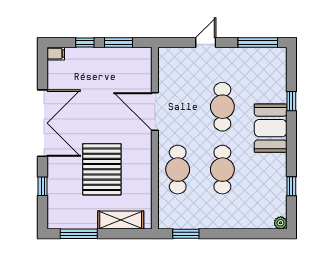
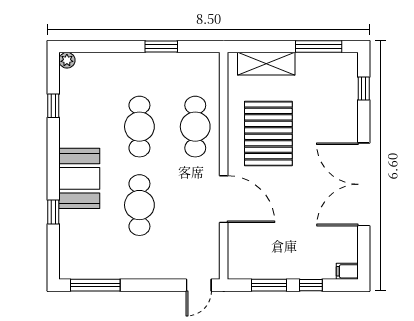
door: (206, 43) -> (199, 285), moved
pallet: (102, 169) -> (268, 134), moved
window: (43, 186) -> (364, 88), moved
window: (186, 234) -> (161, 47), moved

